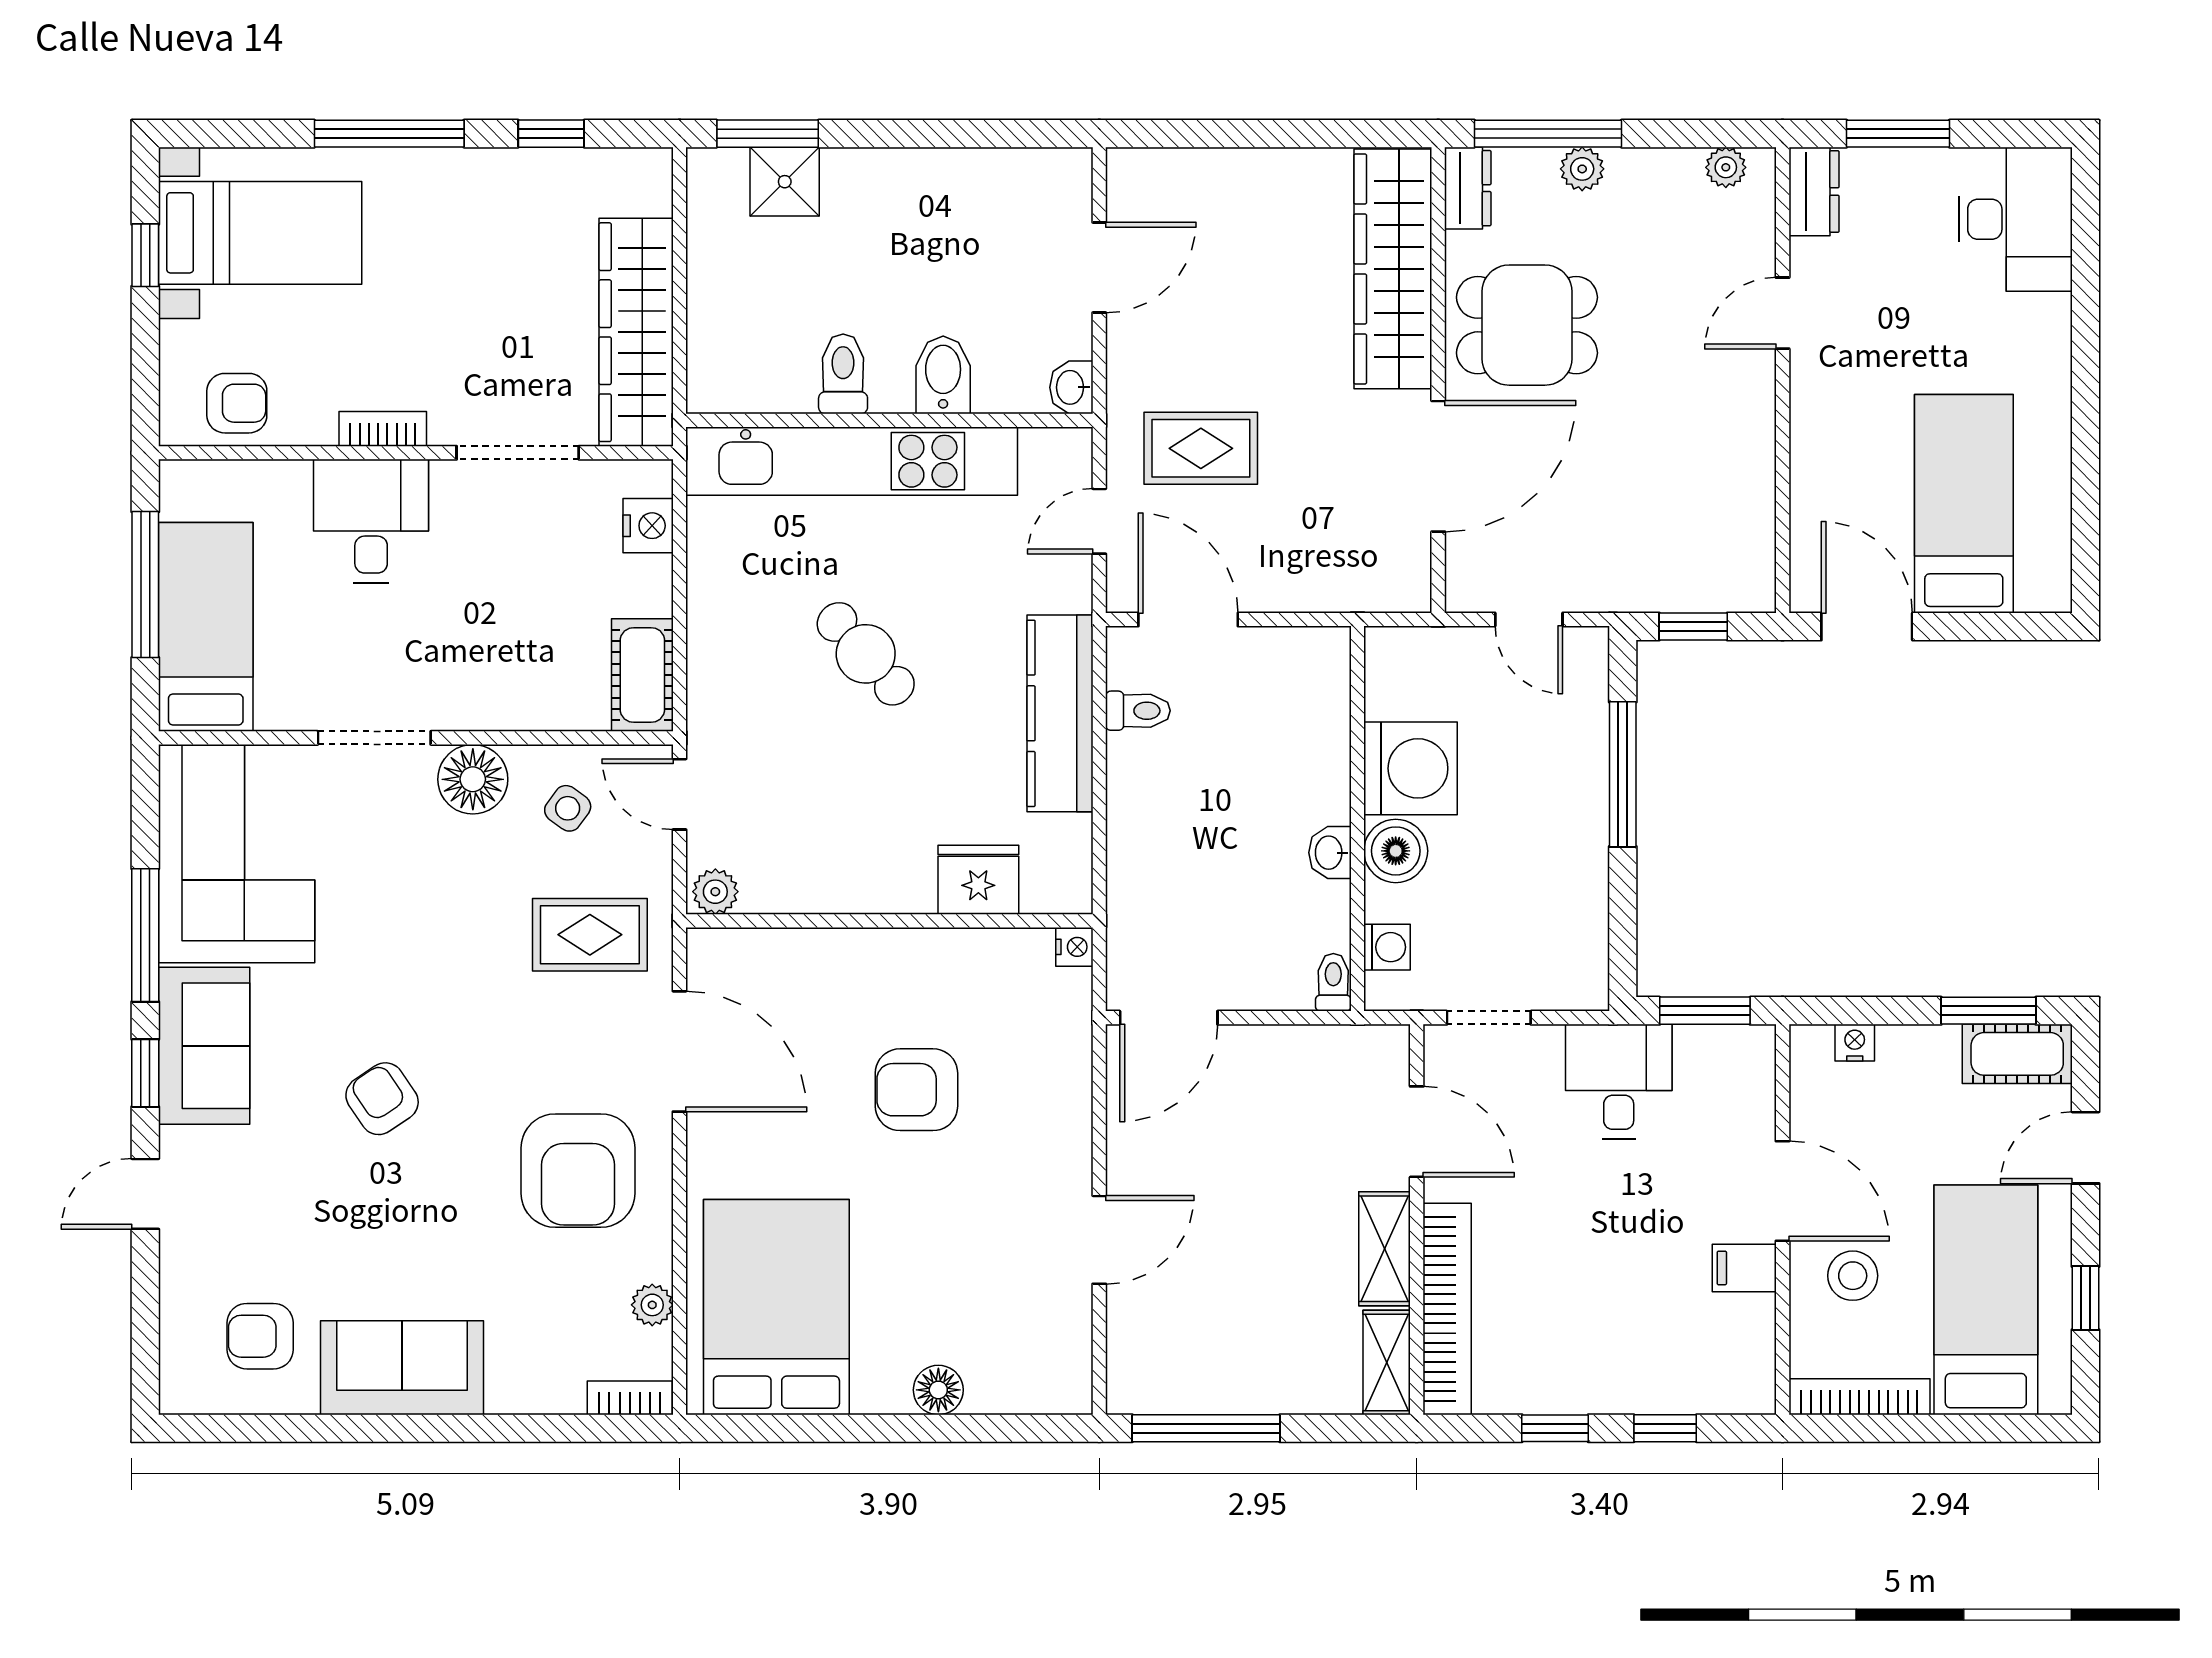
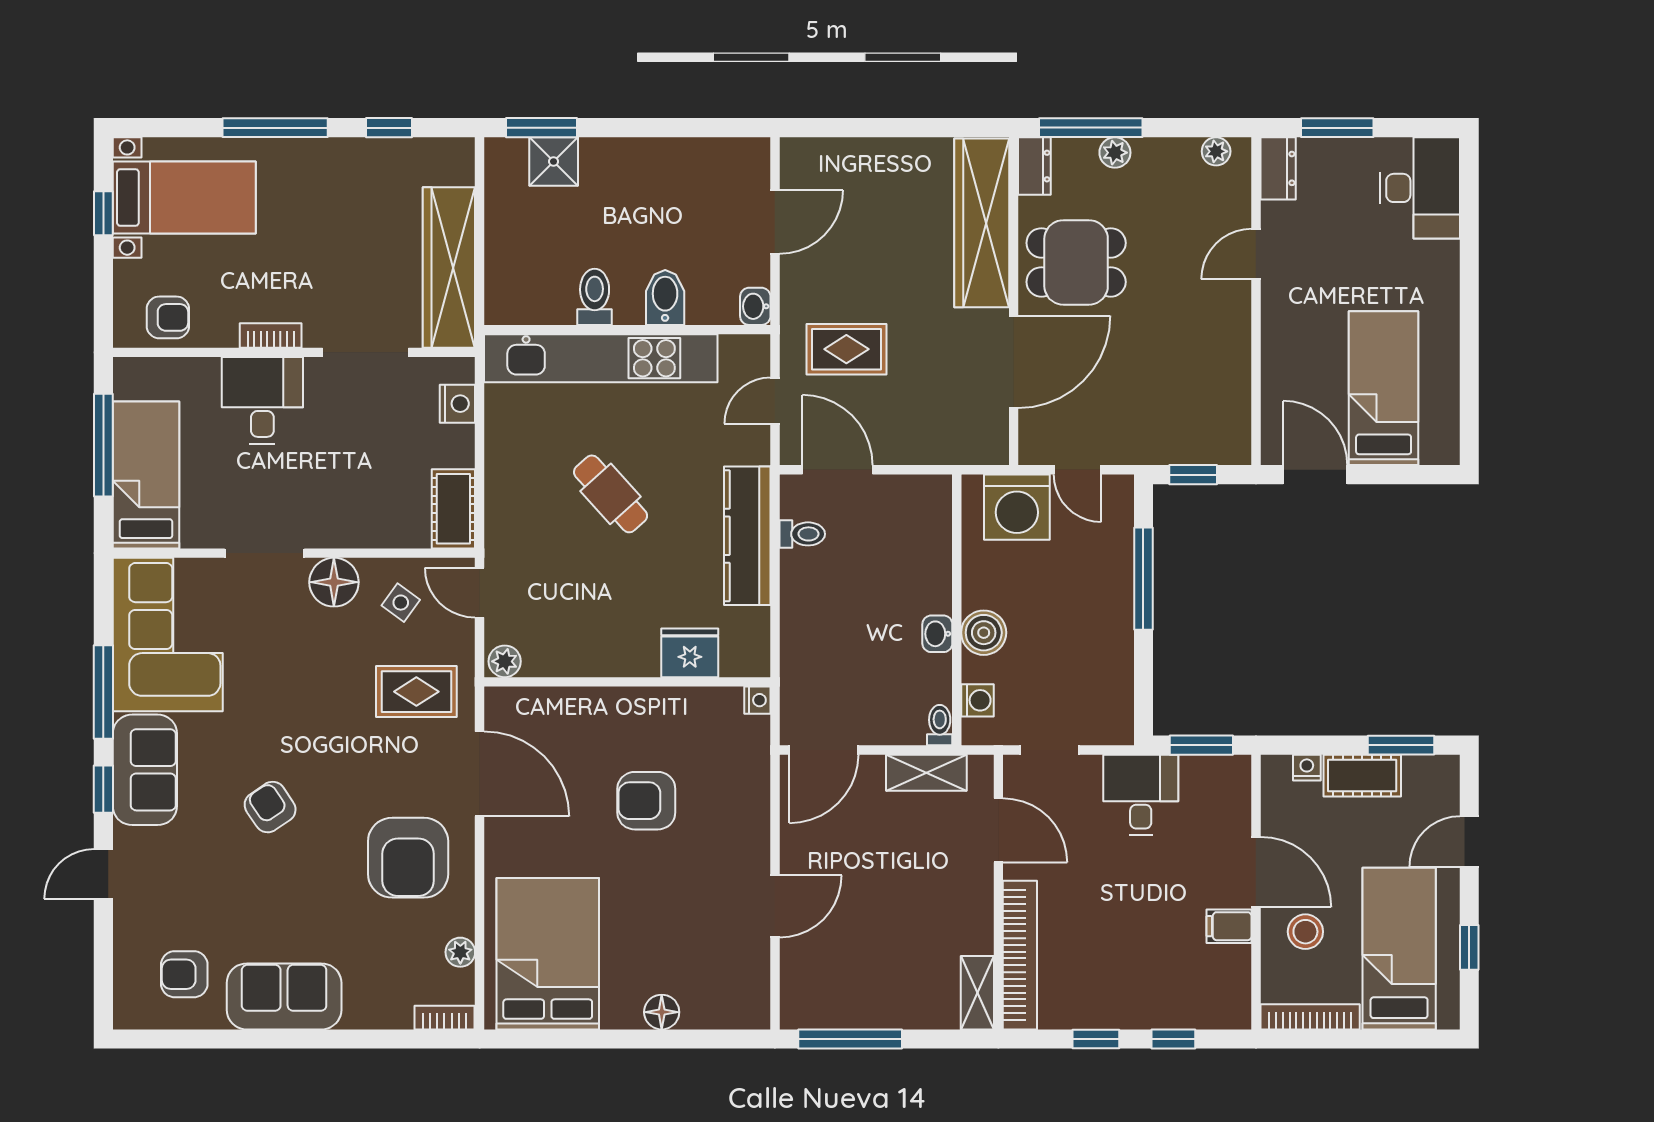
washing machine: (1410, 768) -> (1017, 507), moved, turned 90
cot: (2017, 1054) -> (1362, 776), moved
shelving: (1384, 1249) -> (926, 773), moved, turned 90

